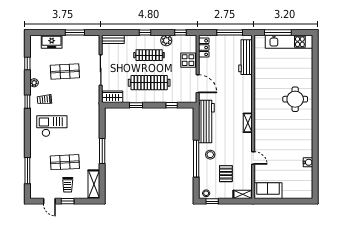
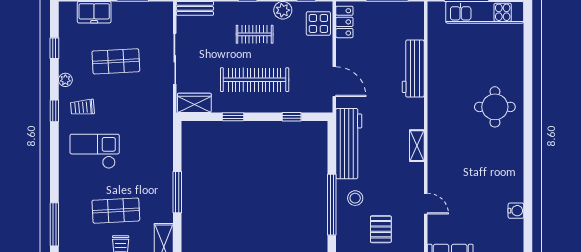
clothes rail: (149, 55) -> (255, 34), width x0.73
workbench: (246, 57) -> (413, 69), moved
display table: (188, 60) -> (318, 23), moved

